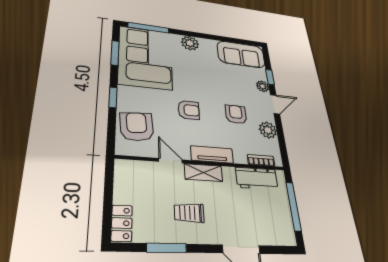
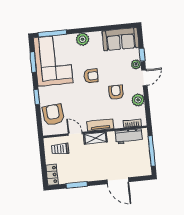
armchair: (189, 110) -> (91, 76), moved
trolley: (189, 213) -> (60, 149), moved

